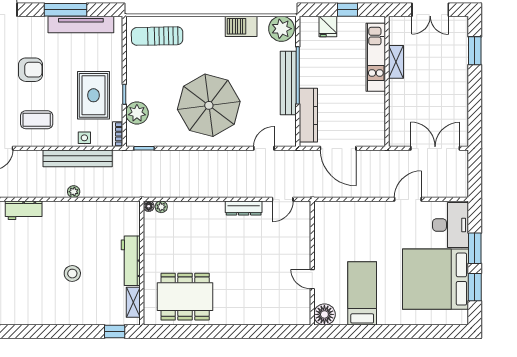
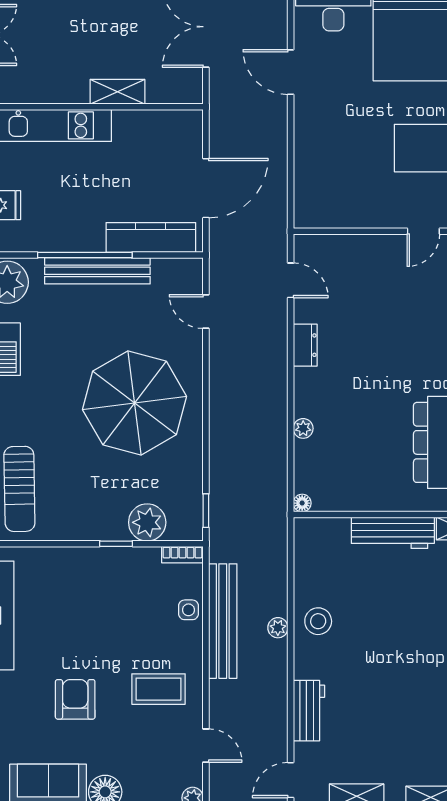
shelving: (396, 62) -> (117, 92), moved
rug: (94, 95) -> (118, 595), removed
coffee table: (37, 120) -> (158, 689), turned 90
plant: (161, 207) -> (303, 428), moved
dresser: (244, 208) -> (305, 345), width x0.70
stool: (72, 274) -> (318, 621), moved

